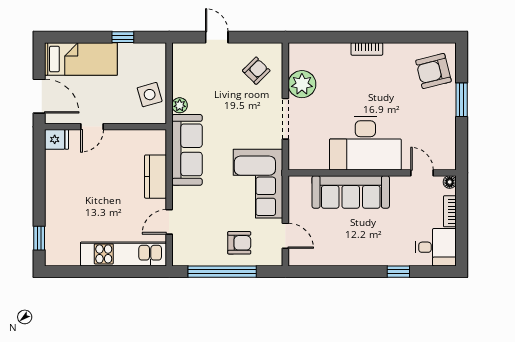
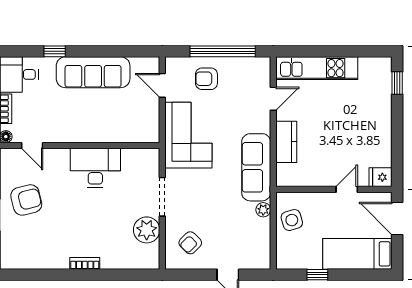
armchair: (433, 71) -> (26, 200), moved
desk: (365, 143) -> (95, 168), width x0.73, depth x0.77
sofa: (351, 192) -> (93, 72), moved, turned 180

